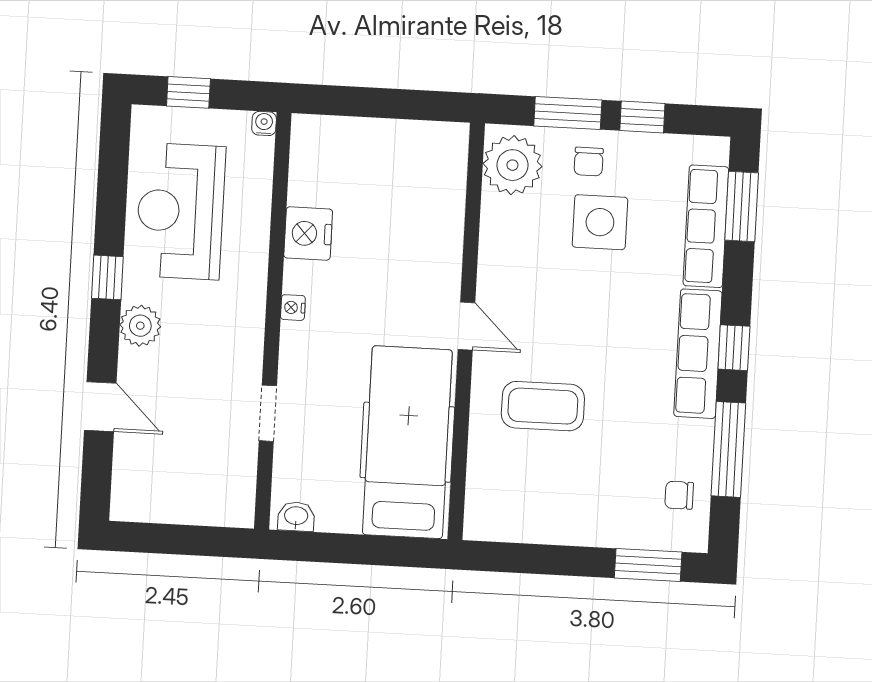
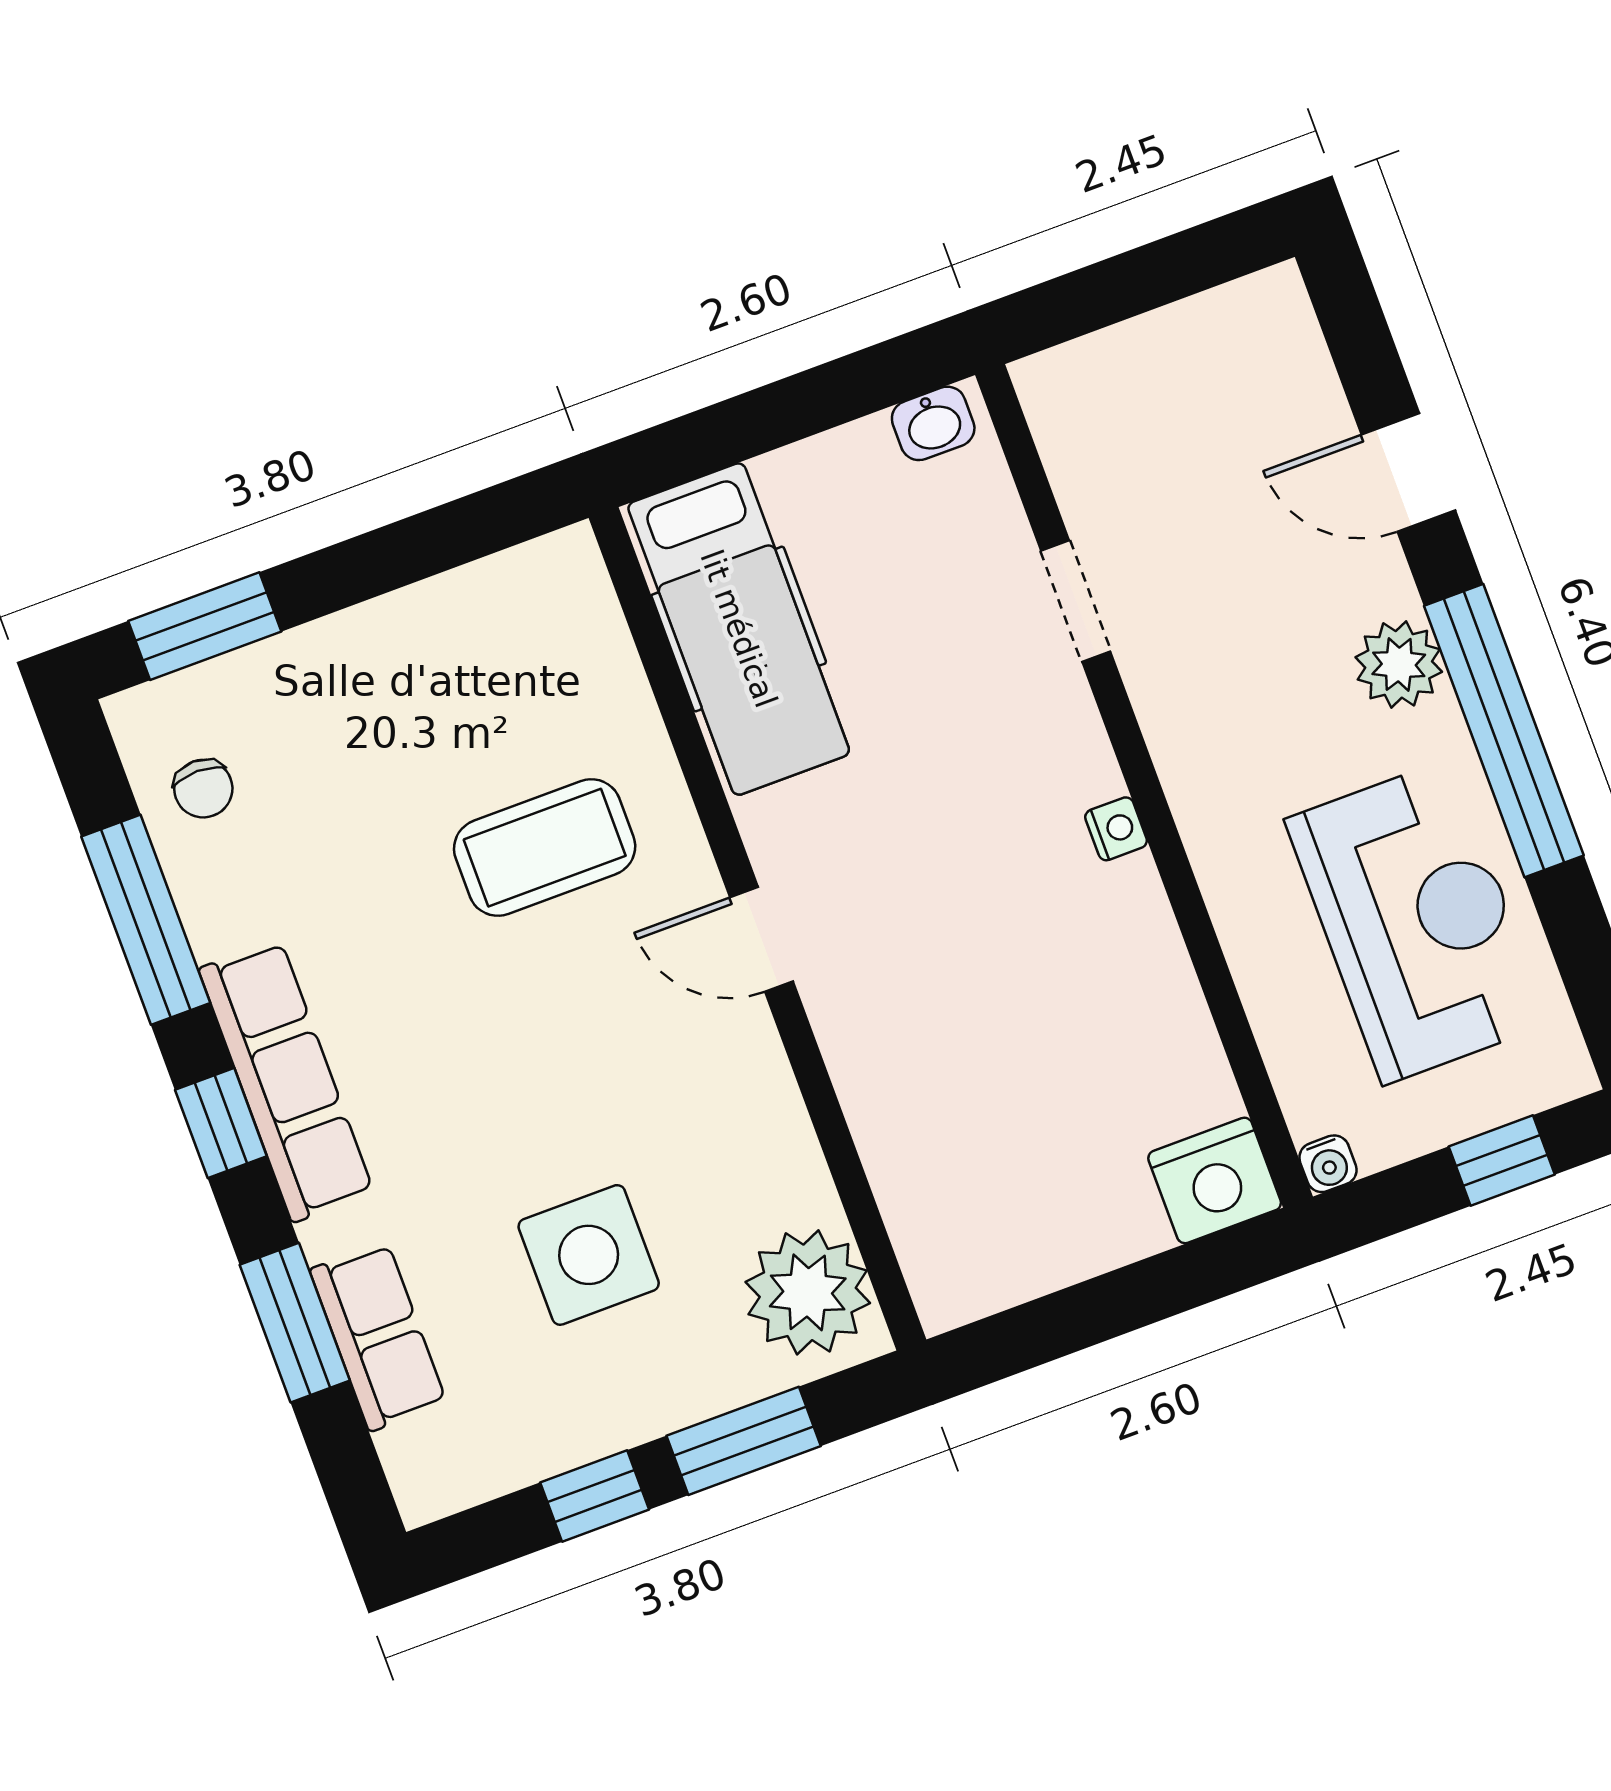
chair: (589, 162) -> (662, 1364), removed
window: (742, 207) -> (295, 1323), moved
row of seats: (706, 226) -> (378, 1336), width x0.68
nightstand: (308, 233) -> (1215, 1180), moved, turned 90
window: (107, 277) -> (1504, 731), width x3.17
hospital bed: (407, 442) -> (739, 629), width x0.73, depth x0.78
chair: (679, 495) -> (203, 789), turned 90

